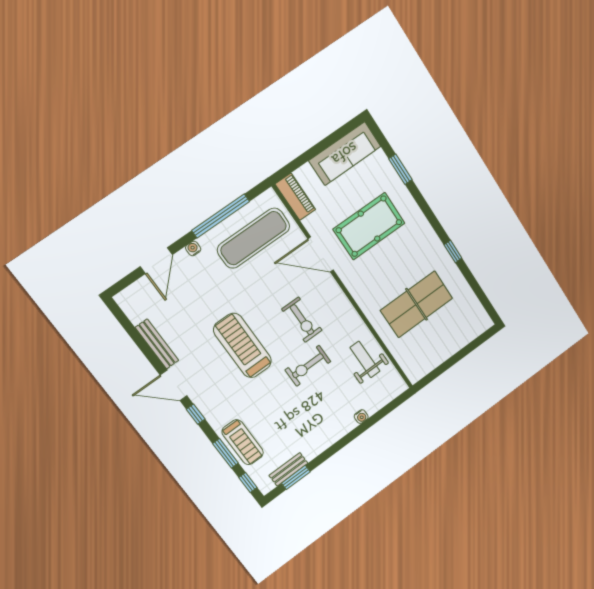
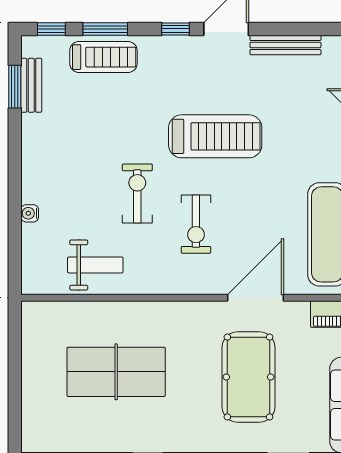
table tennis table: (417, 304) -> (116, 372), turned 90
exercise bike: (302, 320) -> (196, 224), turned -90
treadmill: (243, 442) -> (103, 57), turned 180

